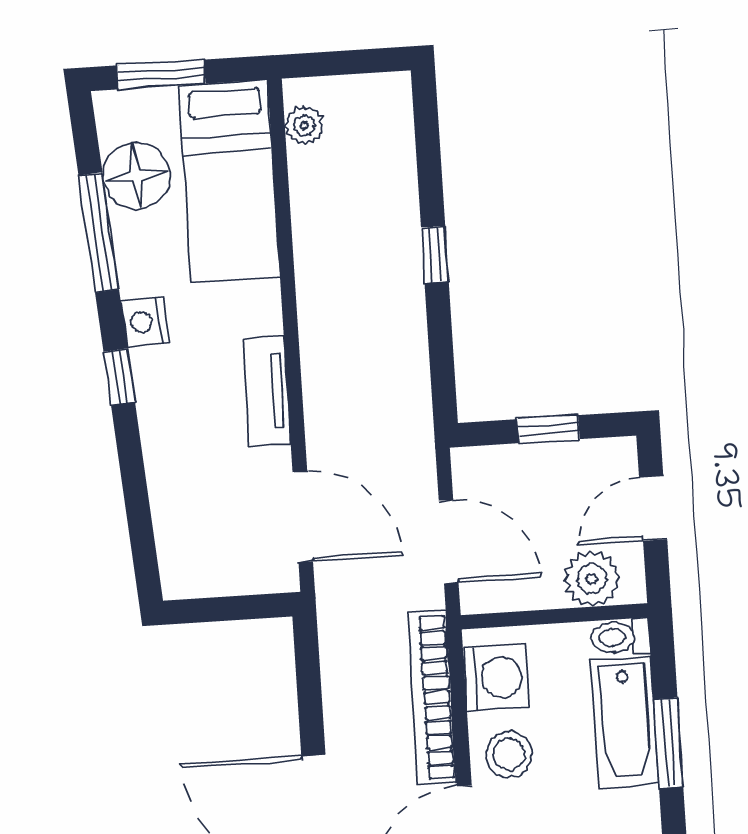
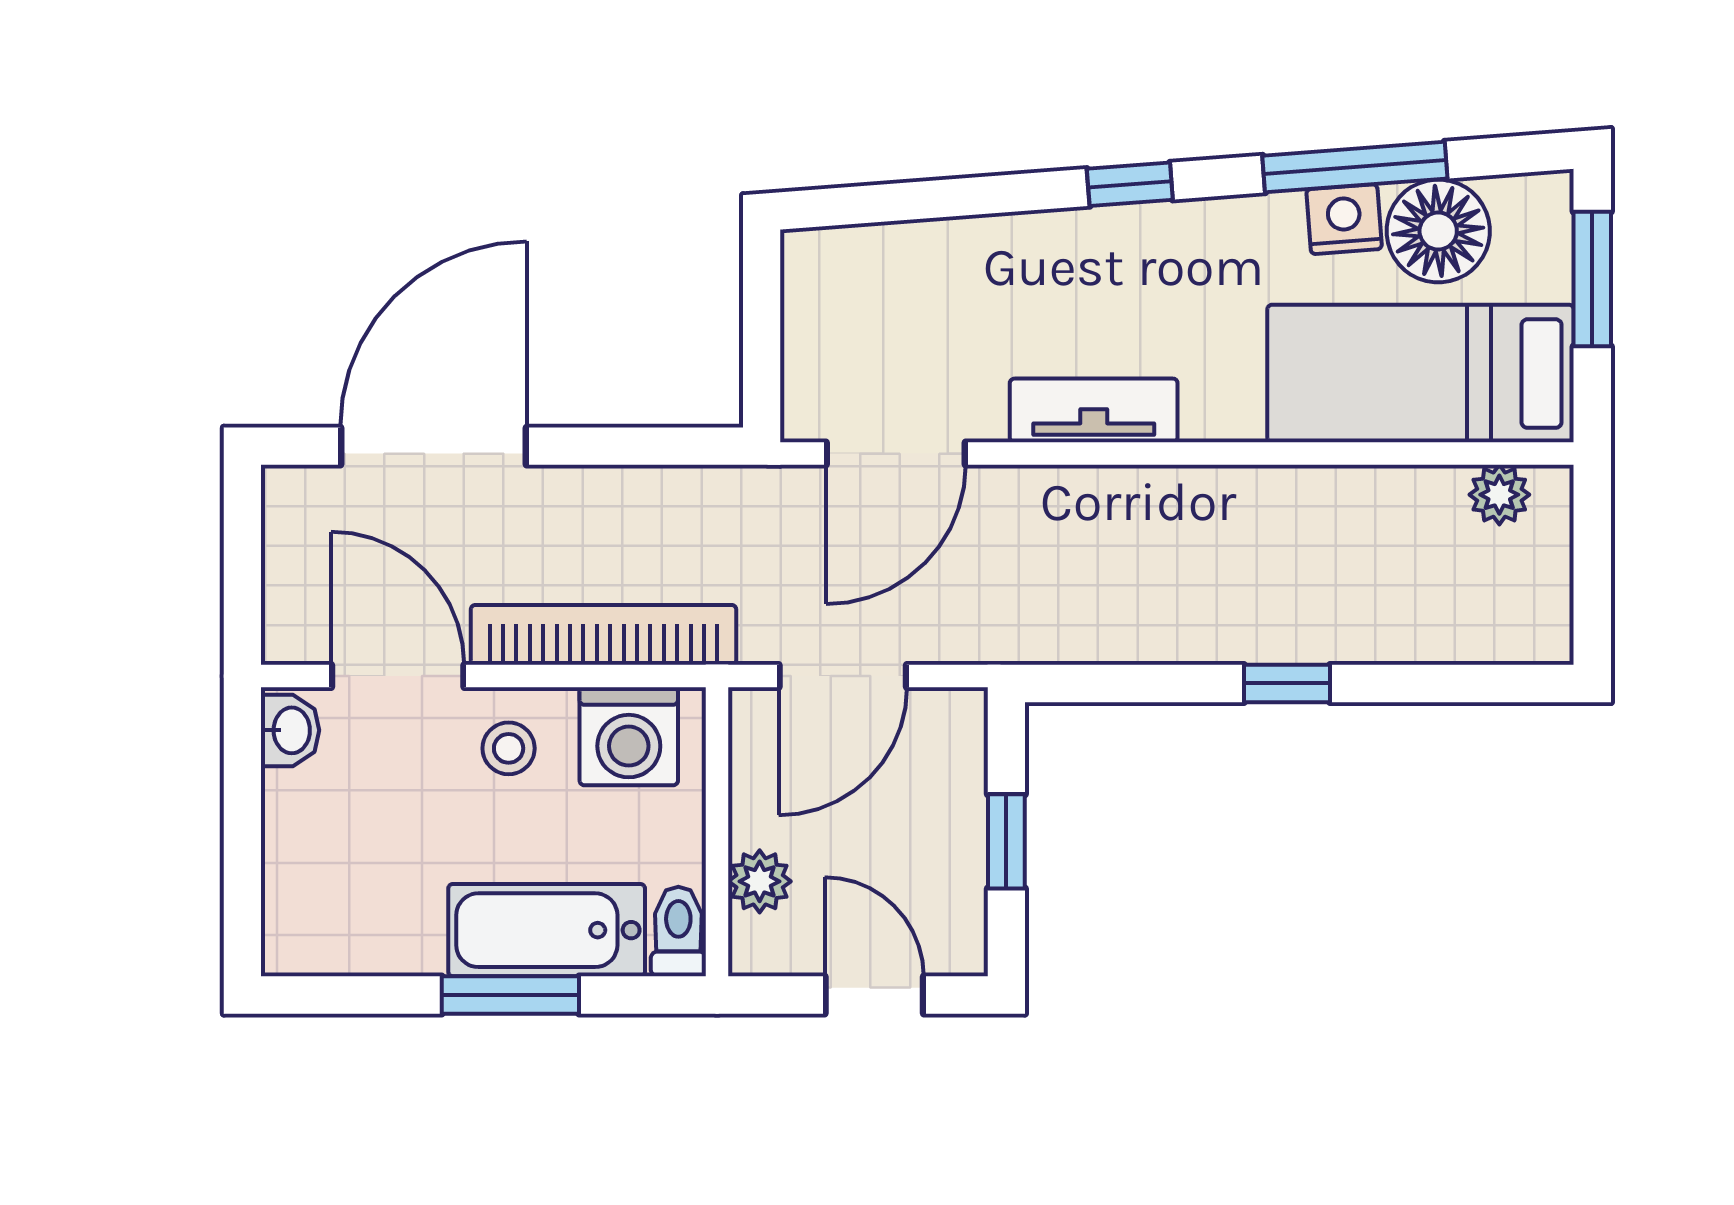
nightstand: (145, 322) -> (1344, 219), moved
plant: (592, 579) -> (760, 881), width x0.73, depth x0.73
stool: (509, 754) -> (509, 748), width x0.73, depth x0.73

